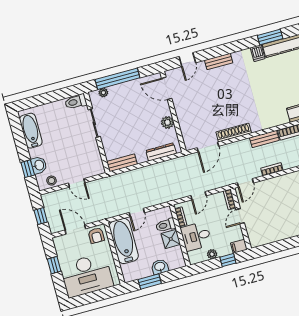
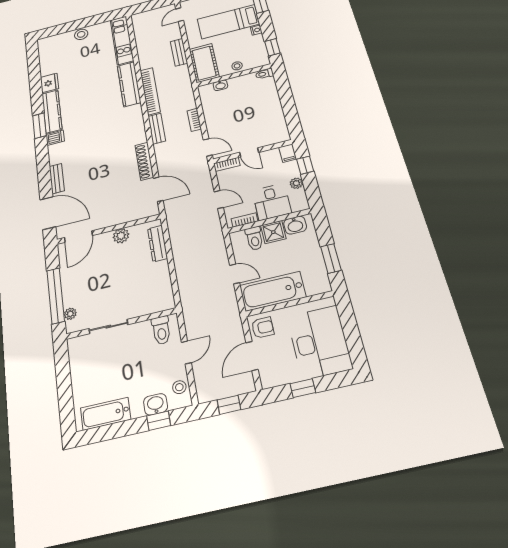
door: (187, 60) -> (48, 213), width x1.87
toilet: (76, 102) -> (161, 330), moved
bench: (122, 163) -> (166, 292), removed
washbasin: (160, 267) -> (295, 225), moved, turned -90

